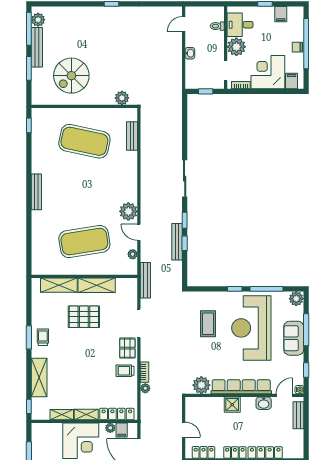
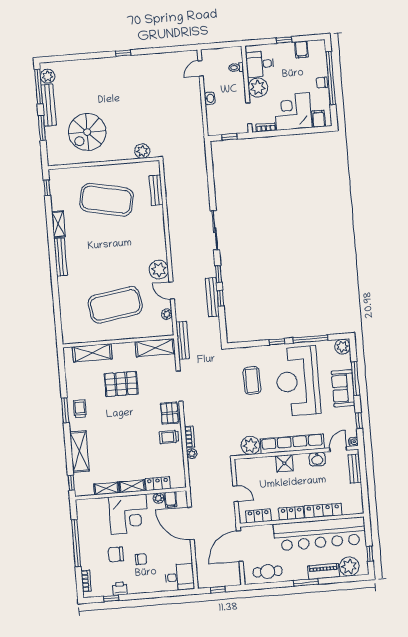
shelving: (37, 161) -> (58, 224), added
shelving: (97, 285) -> (155, 348), moved
locker: (117, 414) -> (158, 484), width x0.66

